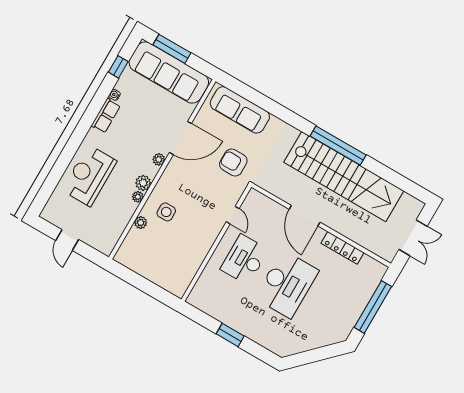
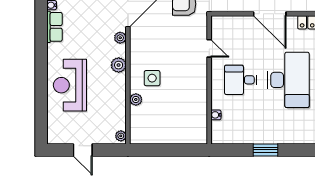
plant: (138, 197) -> (121, 136), moved
desk: (244, 260) -> (241, 80), width x0.73
water cooler: (204, 278) -> (216, 115), added

